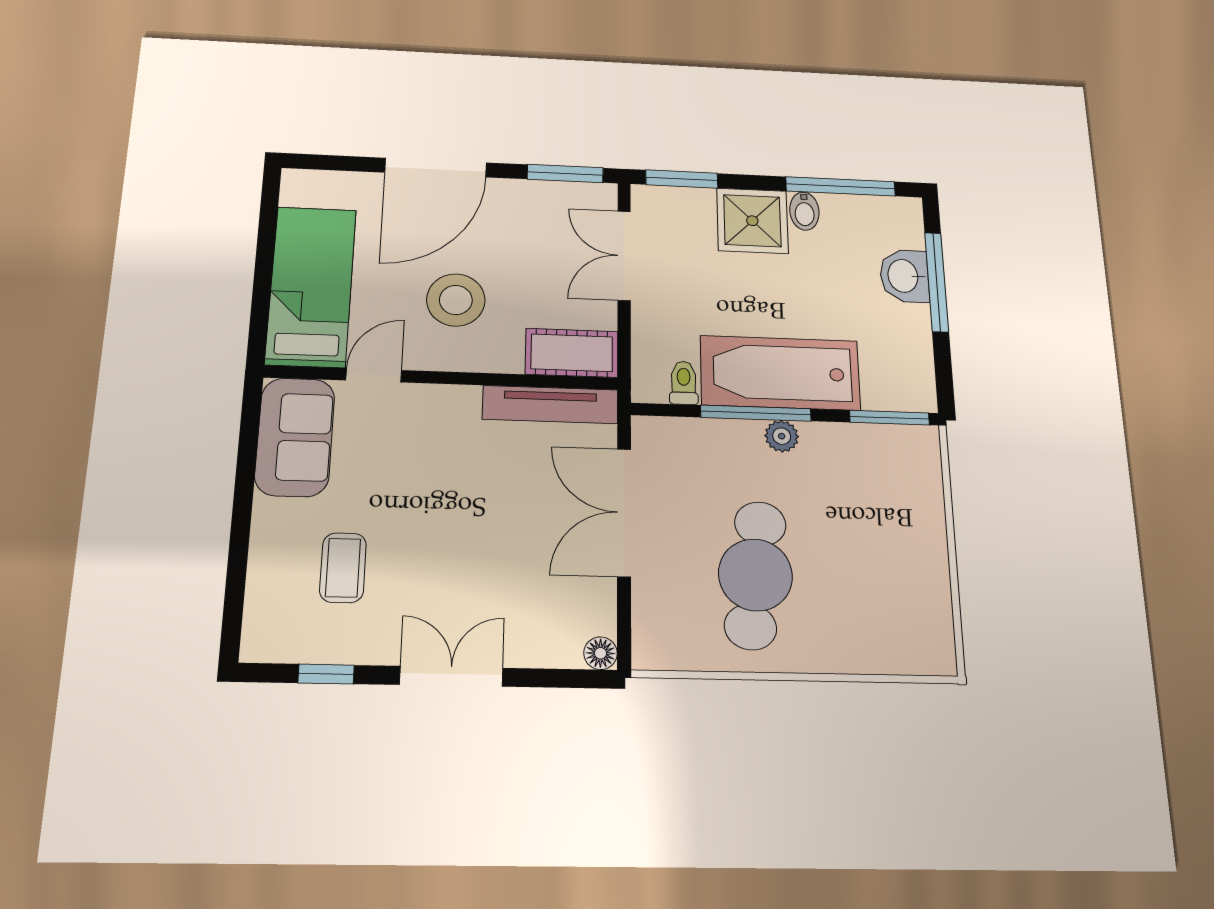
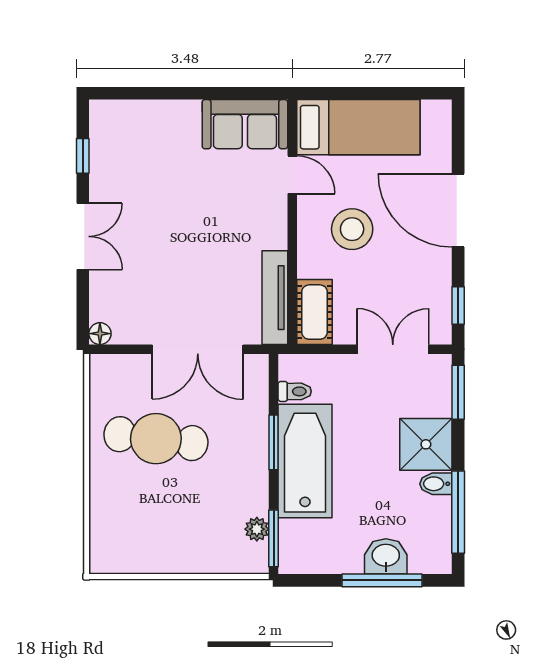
window: (565, 174) -> (458, 305), width x0.67
window: (756, 413) -> (274, 442), width x0.69
plant: (782, 436) -> (257, 529), moved
double door: (624, 512) -> (198, 349), swing flipped
coffee table: (343, 568) -> (154, 162), removed

